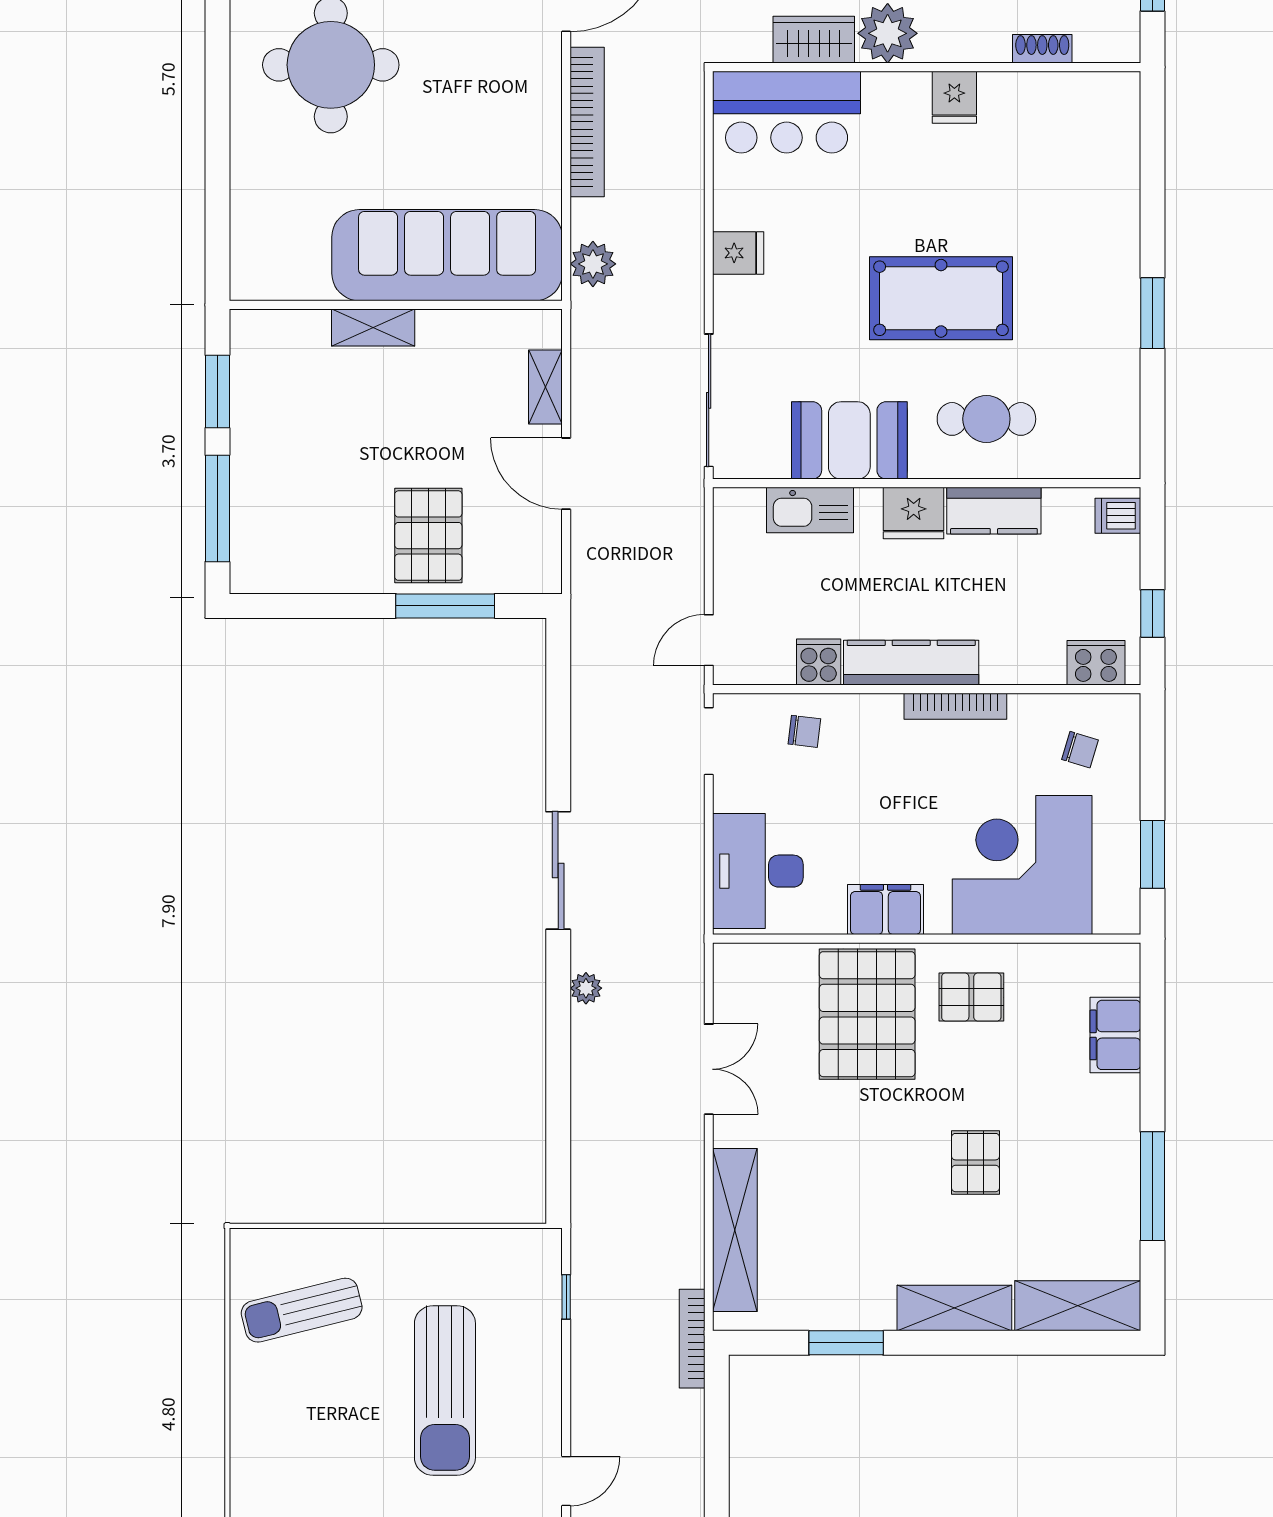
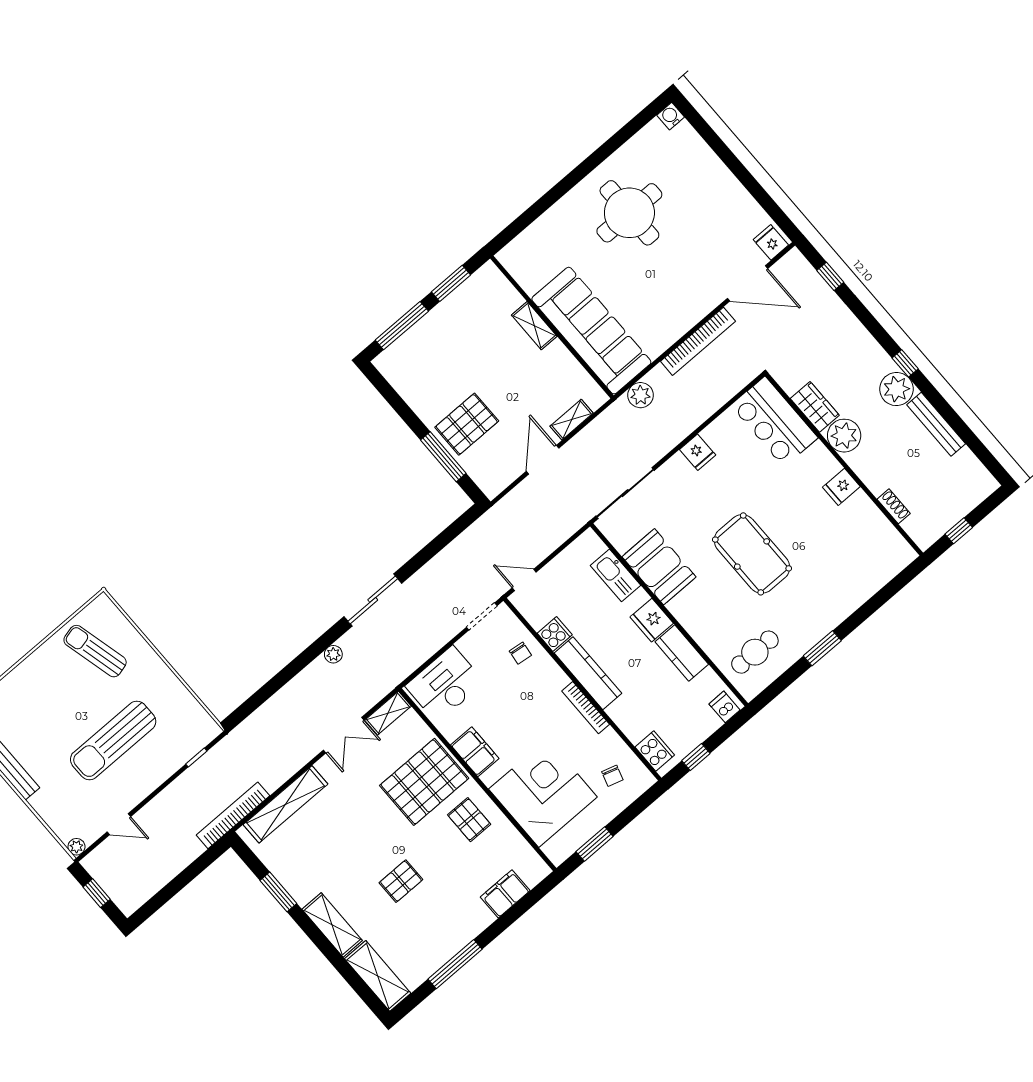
cafe table: (986, 419) -> (755, 652), moved, turned 90
shelving: (731, 983) -> (388, 713), added
bookcase: (692, 1339) -> (233, 815), width x1.48, depth x1.31

